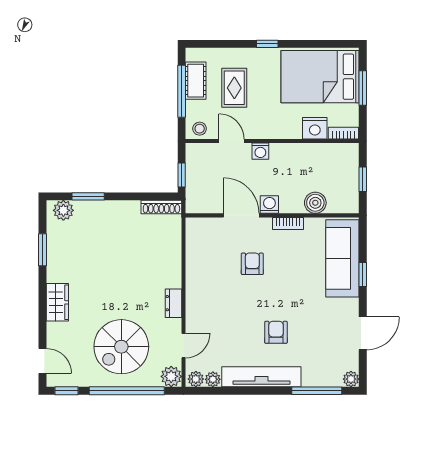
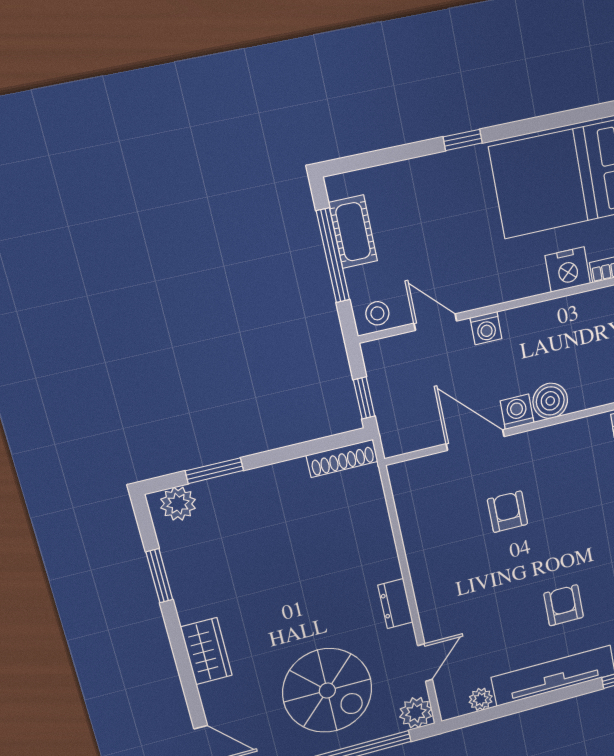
rug: (234, 88) -> (422, 230), removed
boiler: (315, 203) -> (550, 401), moved
bookcase: (288, 223) -> (552, 435), removed
spiral stairs: (121, 347) -> (327, 690), turned -90
plant: (196, 379) -> (455, 706), removed

